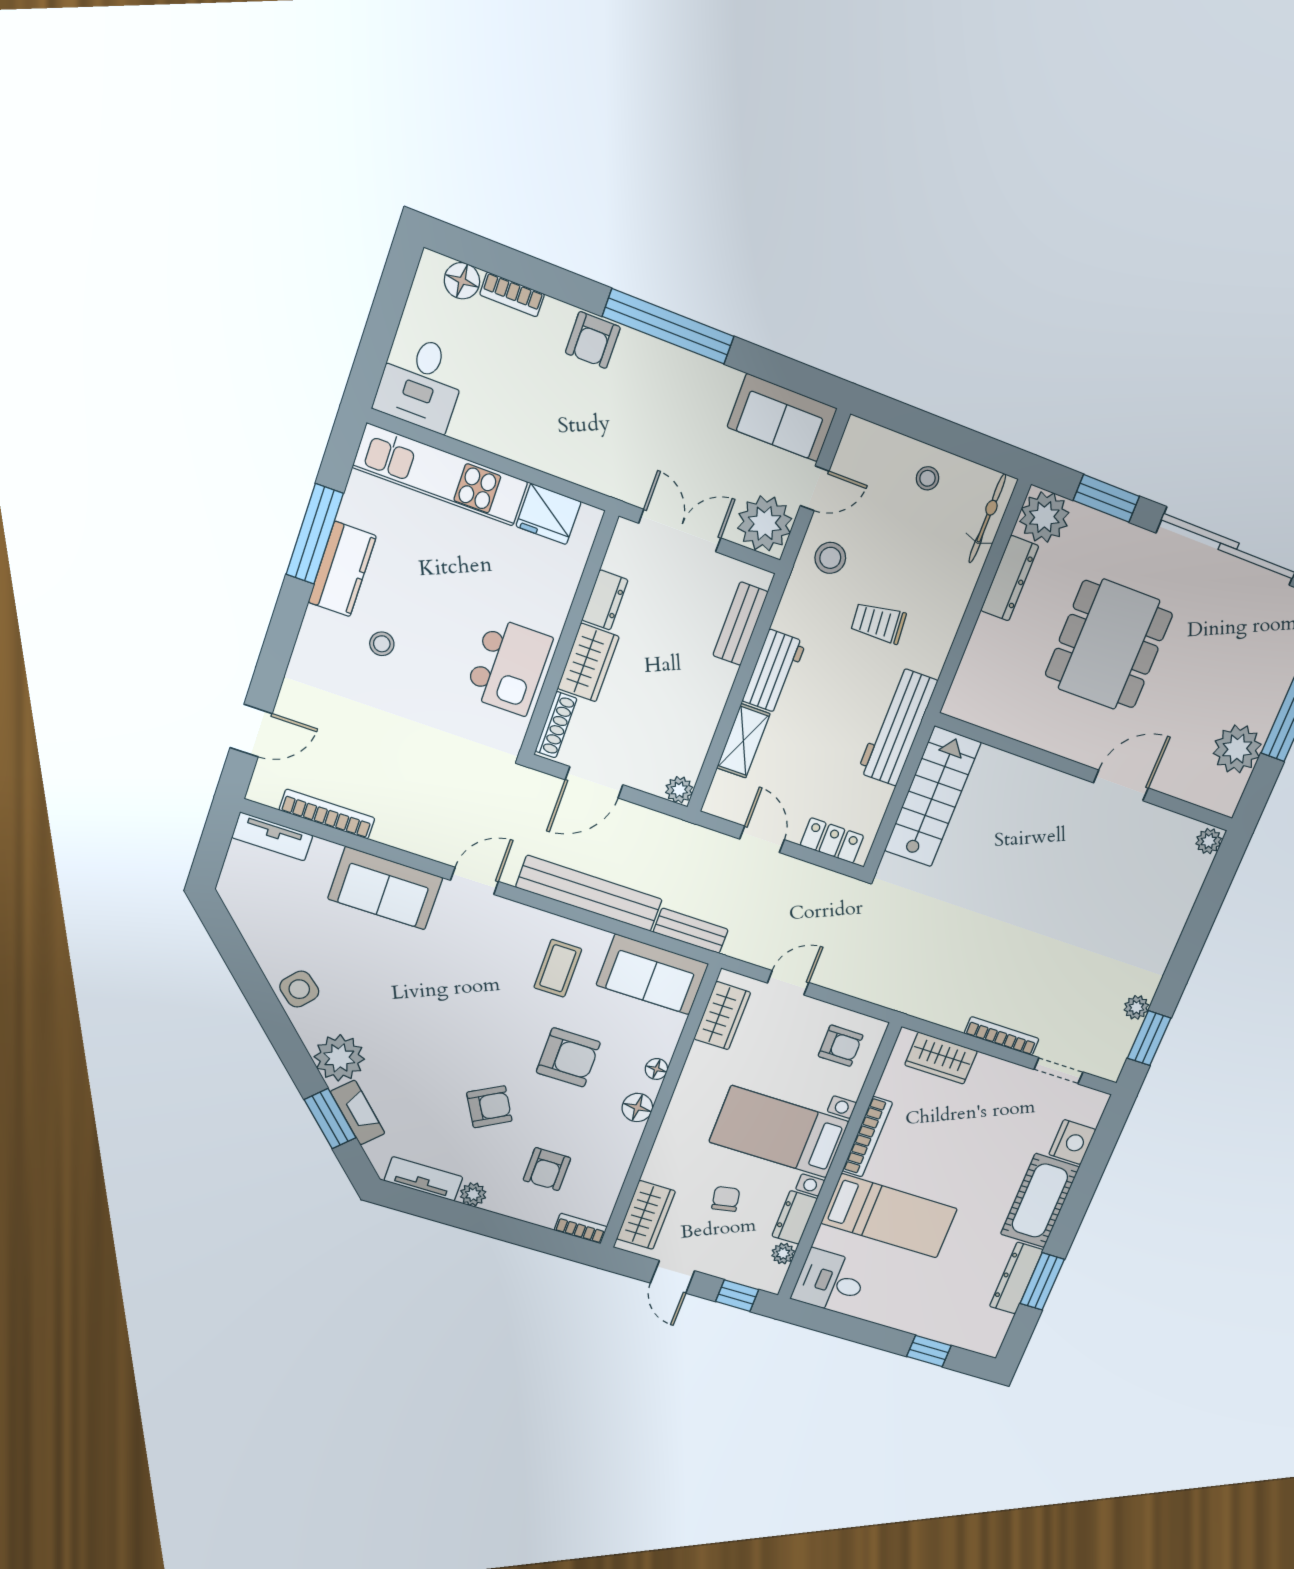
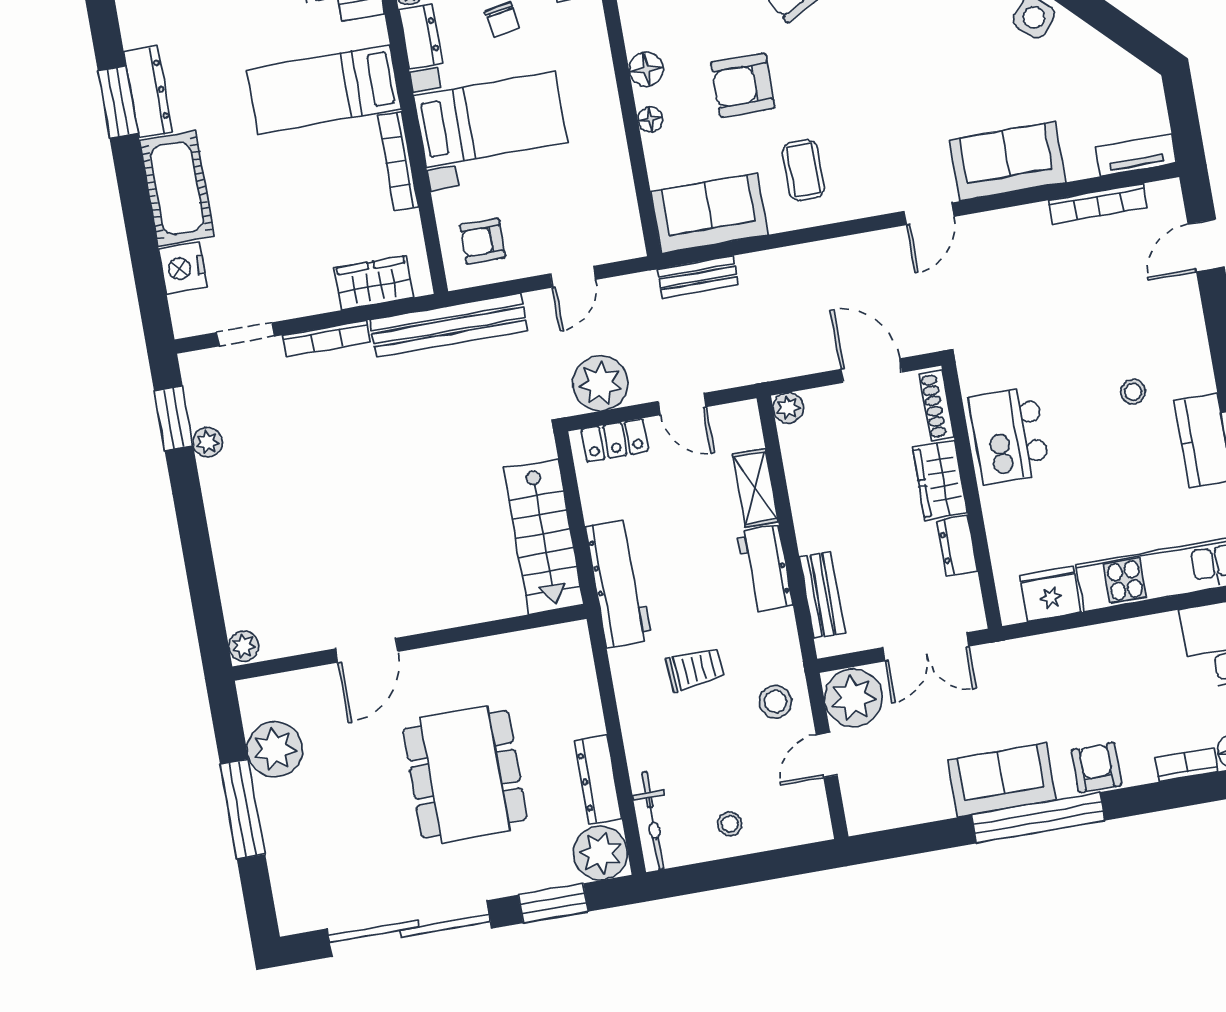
sofa: (782, 418) -> (1002, 780), moved
door: (594, 782) -> (871, 371), hinge flipped
plant: (816, 891) -> (600, 383), added
bench: (589, 893) -> (449, 325), moved
wardrobe: (722, 1016) -> (618, 209), removed

